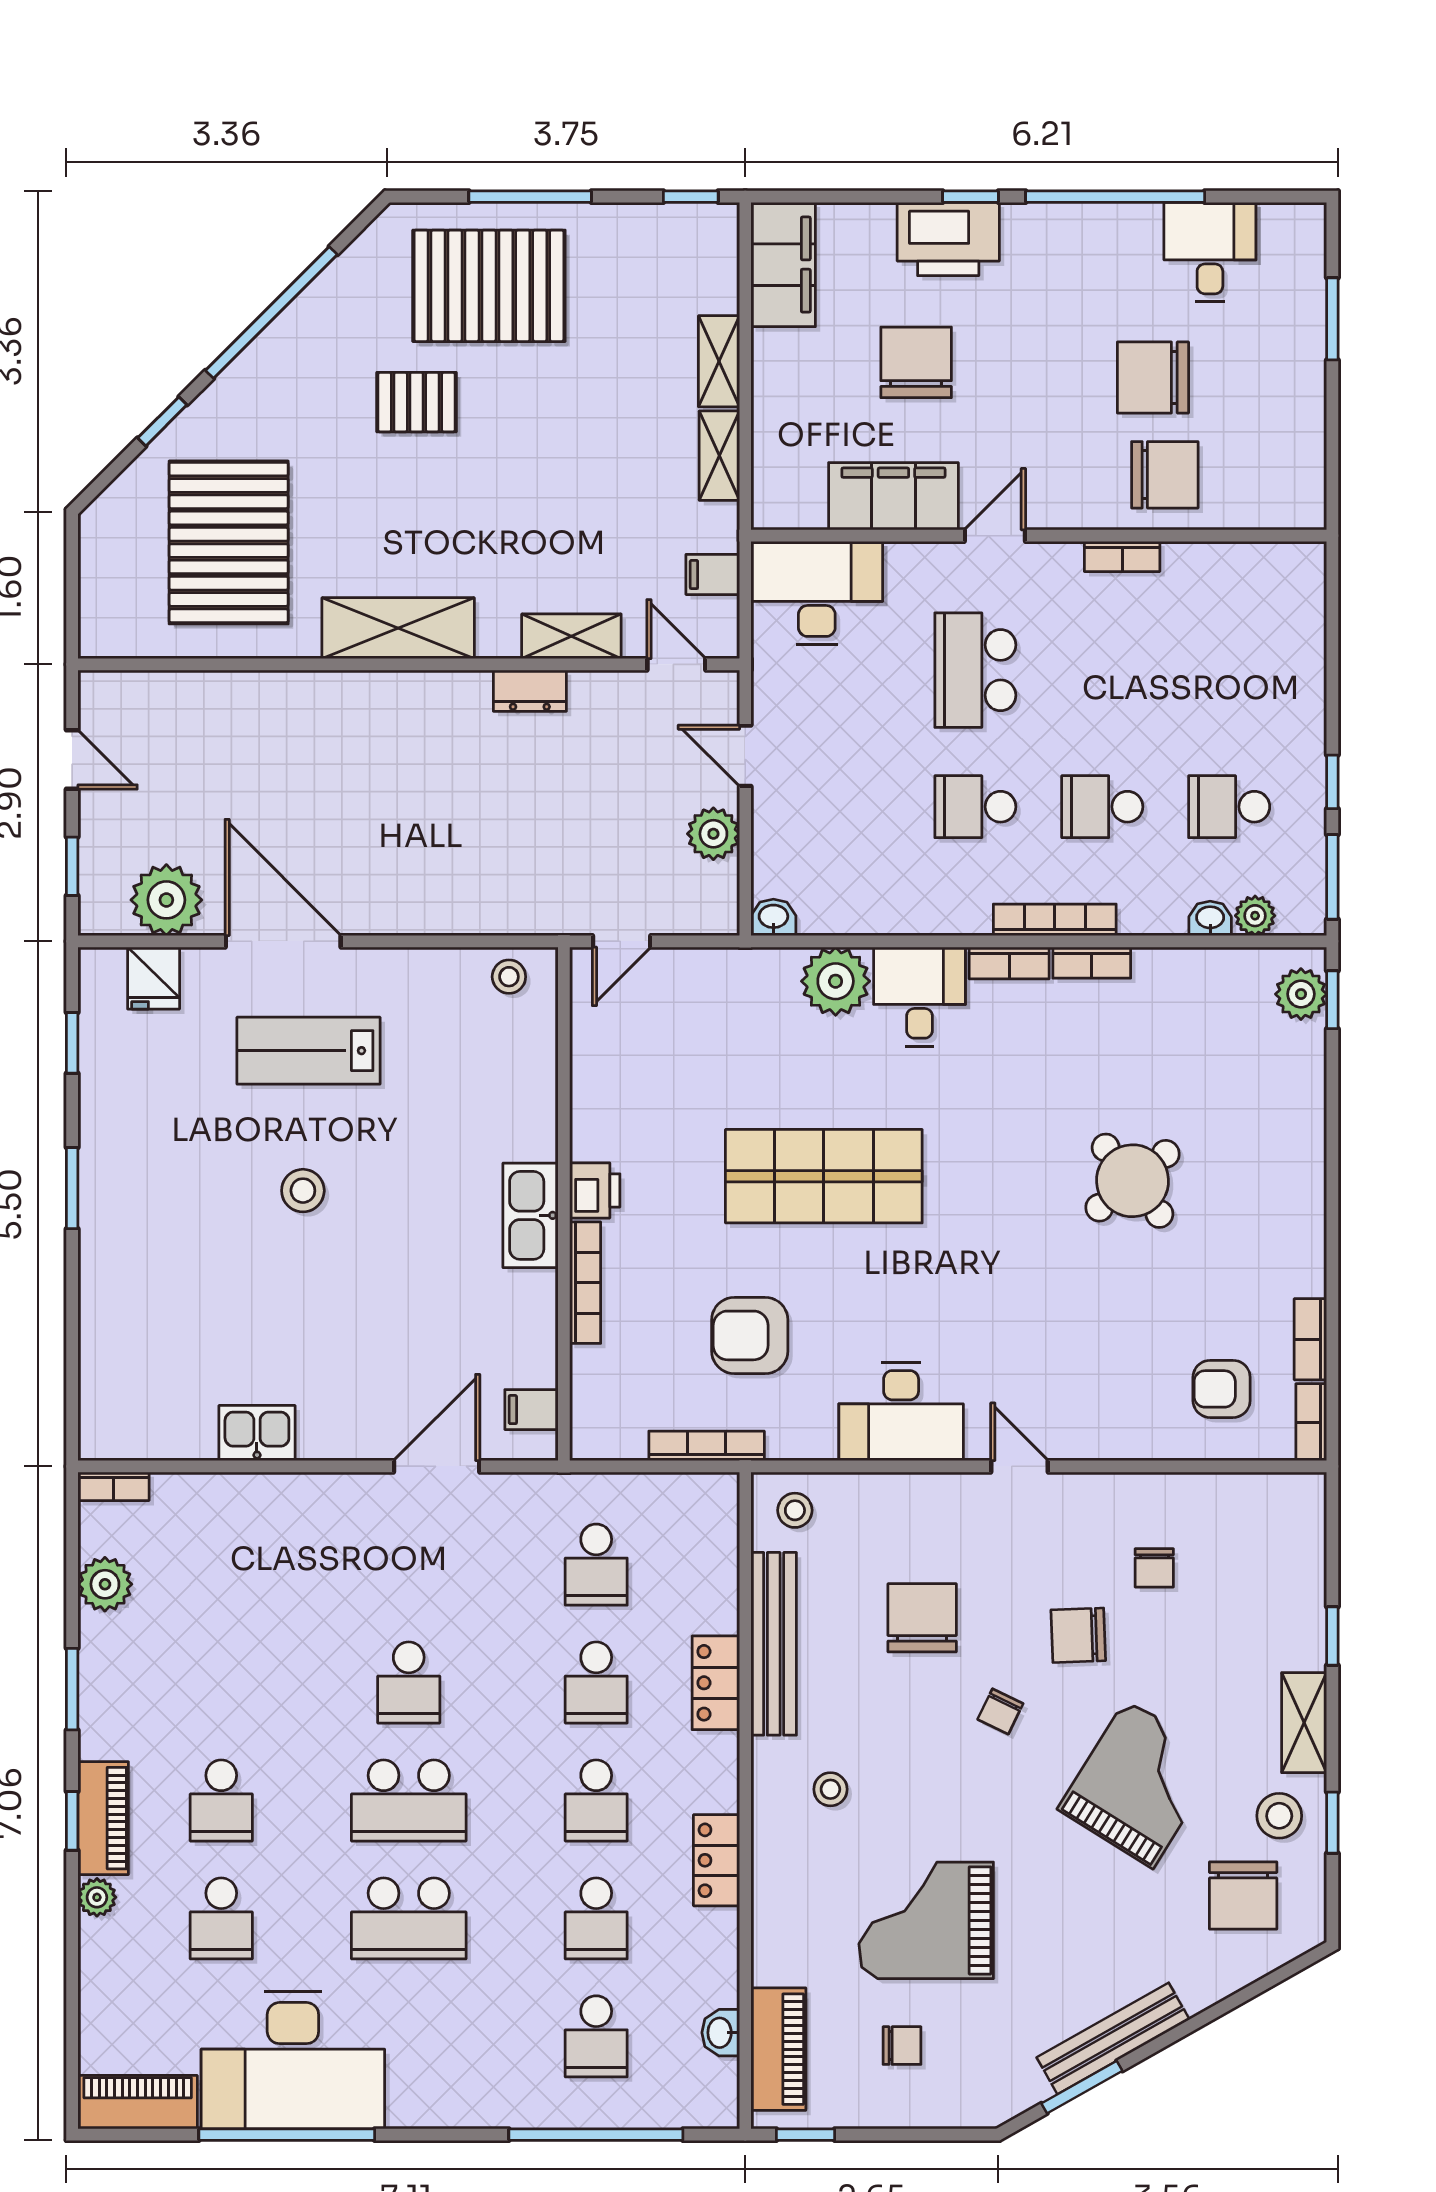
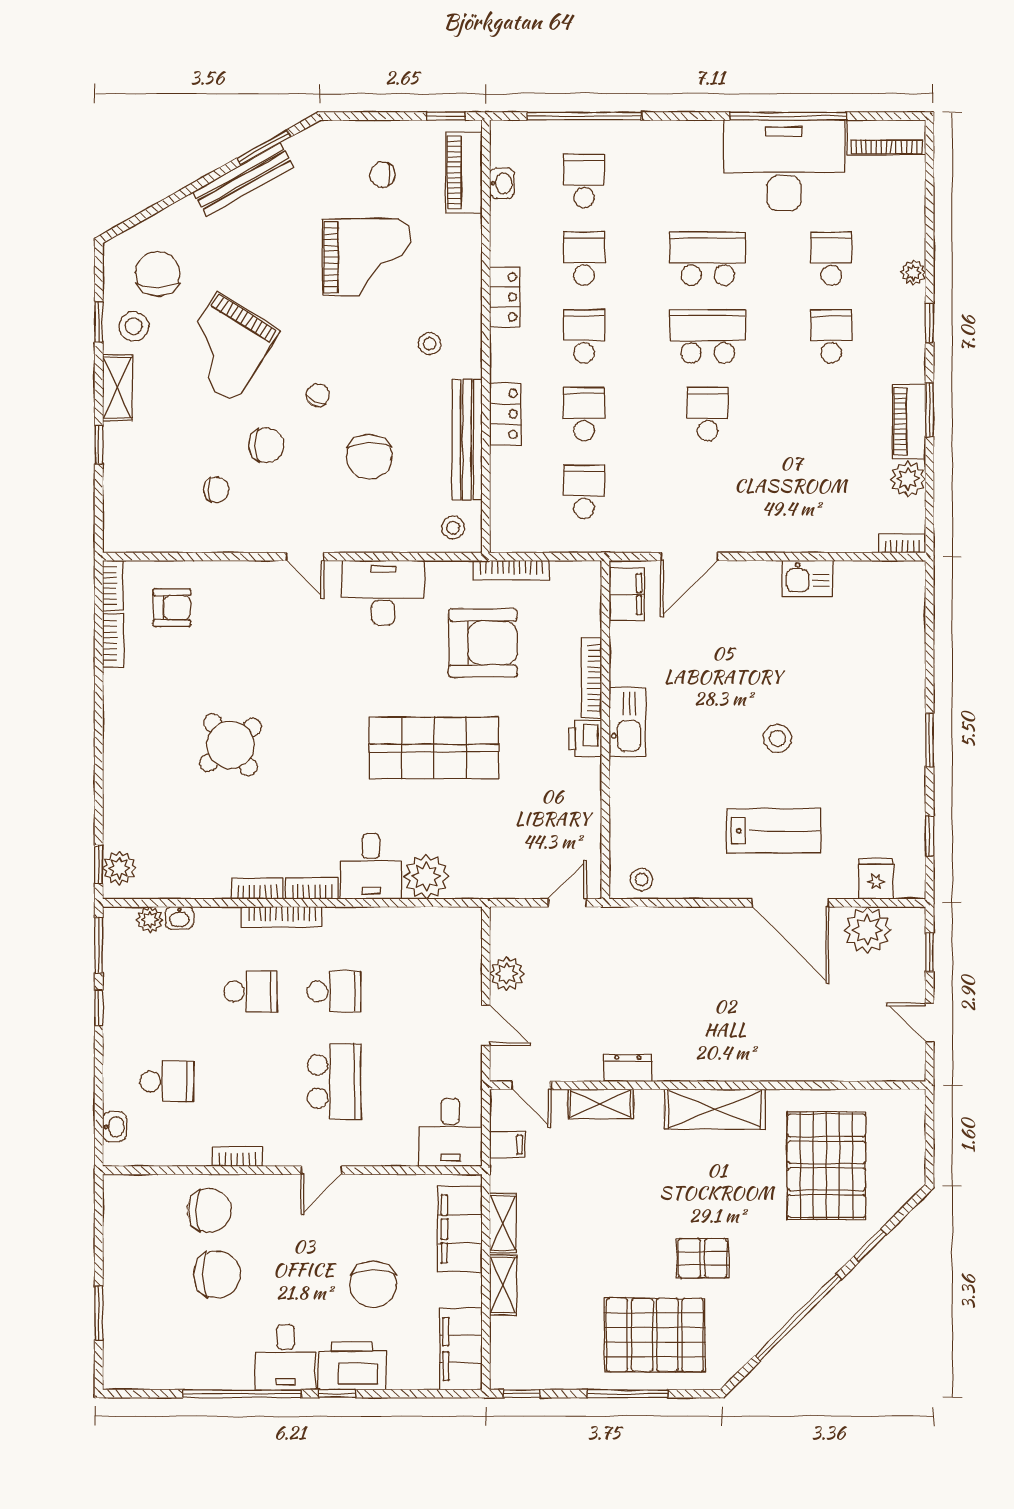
desk: (1210, 252) -> (285, 1357), moved
chair: (1165, 475) -> (209, 1210), turned 180
filing cabinet: (893, 496) -> (460, 1229), moved, turned 90
desk: (817, 593) -> (450, 1132), width x0.73
school desk: (1229, 807) -> (167, 1082), moved
washbasin: (773, 917) -> (115, 1127), moved, turned -90
armchair: (750, 1335) -> (483, 643), width x1.36, depth x1.36
filing cabinet: (531, 1410) -> (627, 594), width x2.00
chair: (1154, 1568) -> (216, 490), turned 90
piano: (103, 1818) -> (909, 421), moved

